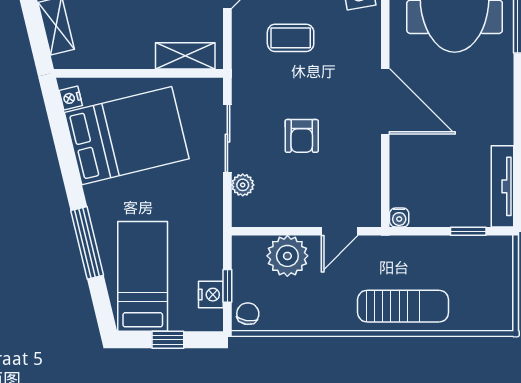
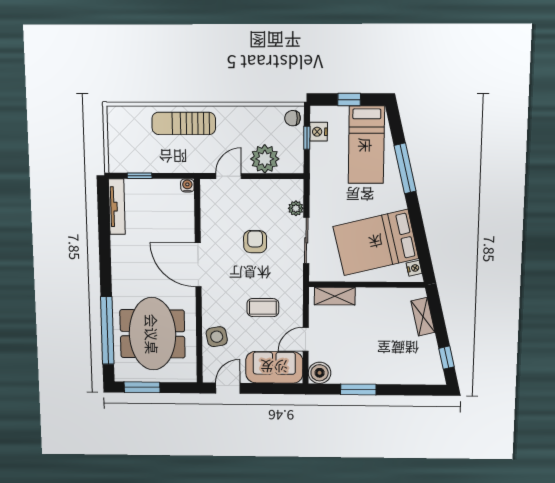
chair: (248, 314) -> (293, 118), turned 81

